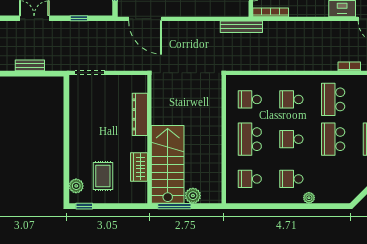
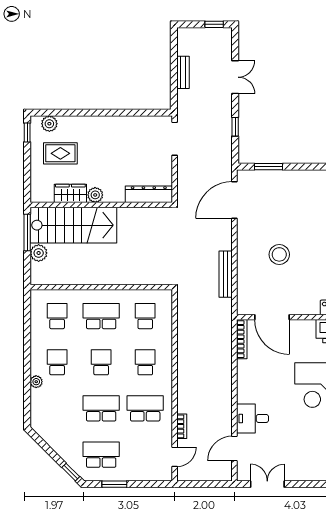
bench: (241, 27) -> (226, 274), moved
dresser: (140, 114) -> (149, 194), moved
plant: (140, 145) -> (95, 195), added

